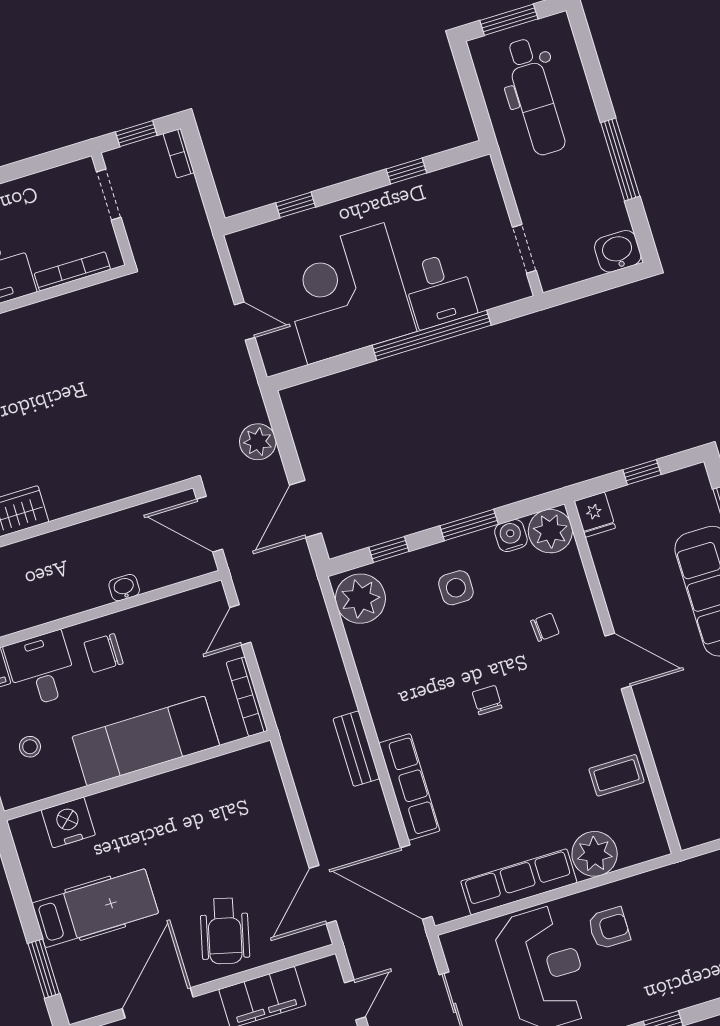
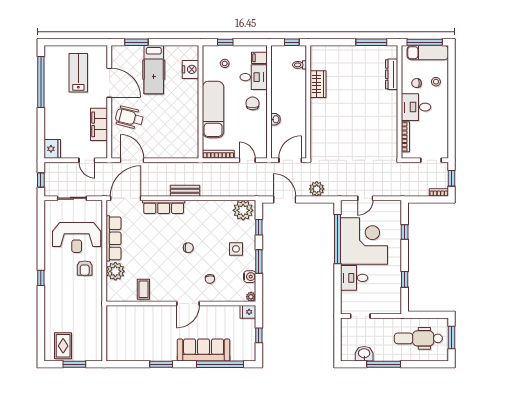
washbasin: (618, 251) -> (364, 354), moved, turned -90
window: (432, 335) -> (337, 239), moved
plant: (550, 531) -> (251, 297), width x0.53, depth x0.53

